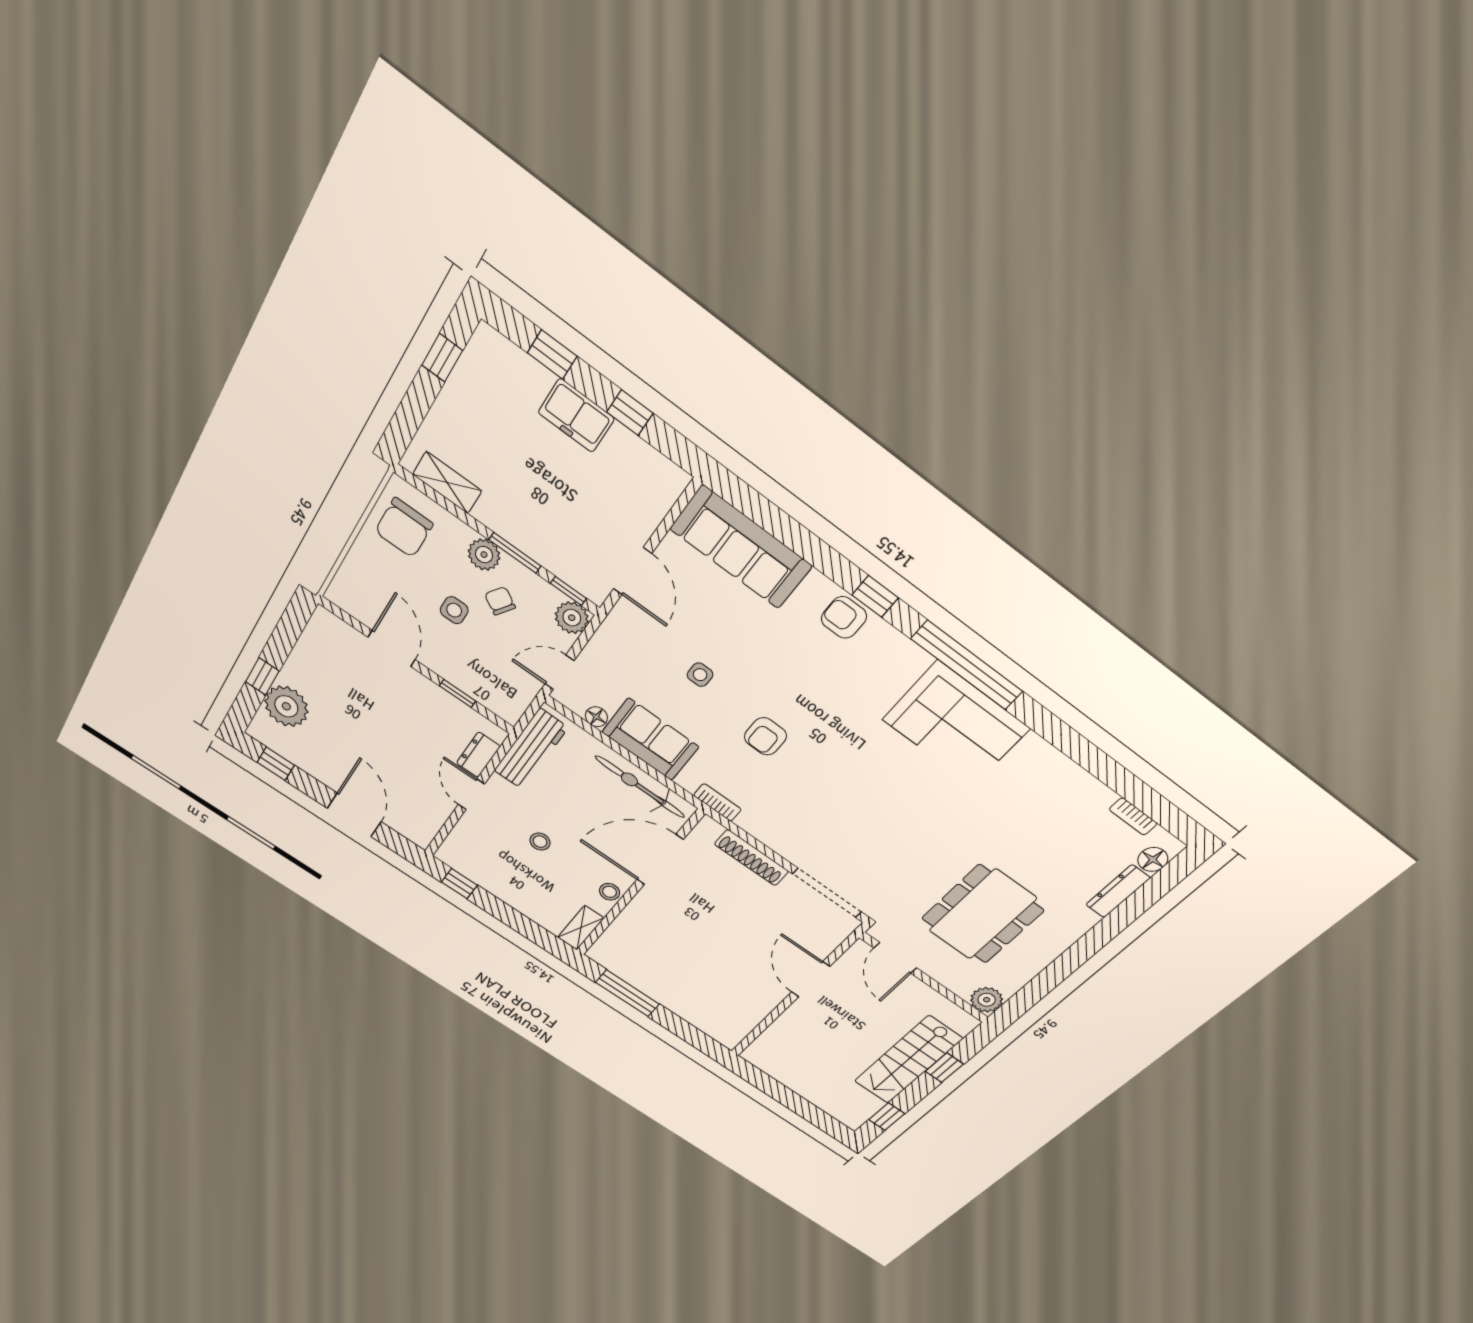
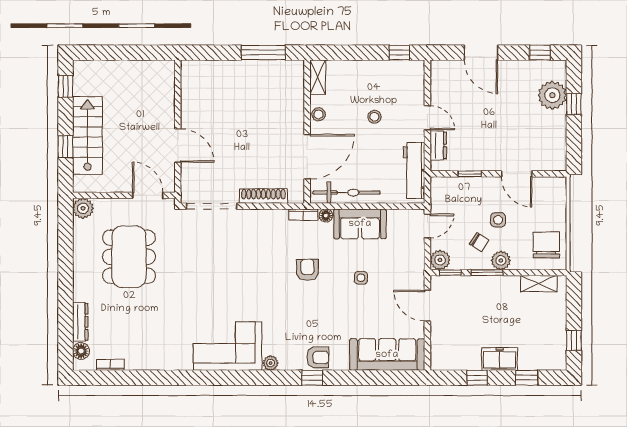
plant: (917, 659) -> (271, 363), added
window: (967, 665) -> (247, 378), removed
floor lamp: (596, 717) -> (326, 216), moved

